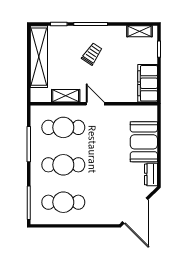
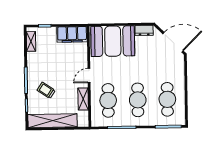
trolley: (92, 54) -> (46, 90), moved
booth: (144, 142) -> (113, 41), width x1.36, depth x1.42

